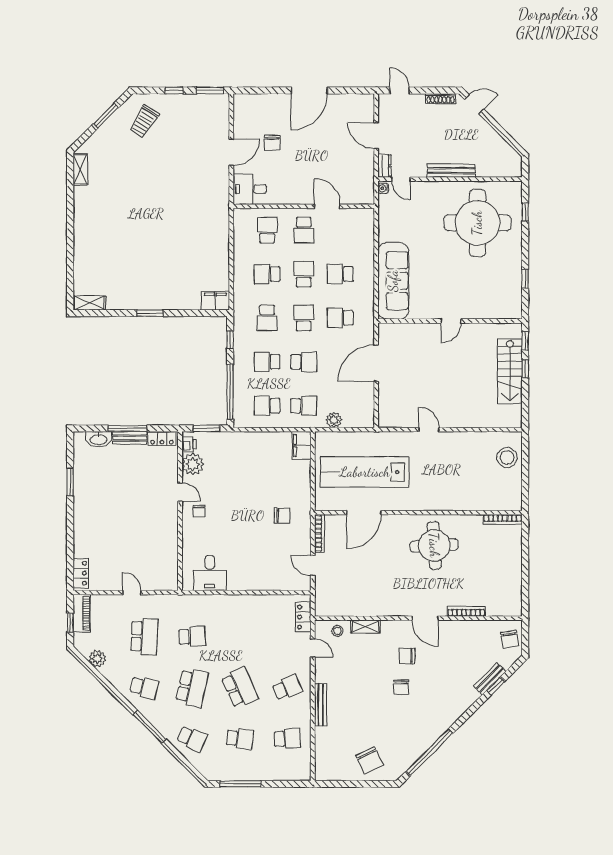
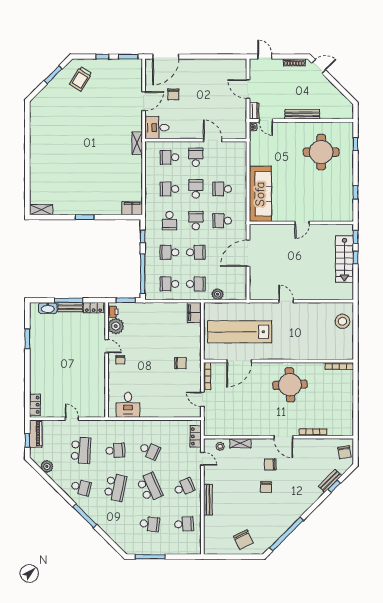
door: (309, 90) -> (166, 57), moved
shelving: (80, 169) -> (137, 143), moved
round table: (477, 223) -> (321, 152), width x0.73, depth x0.73
school desk: (267, 230) -> (169, 157), turned -90
school desk: (304, 230) -> (196, 157), turned 180
school desk: (192, 739) -> (150, 450), moved

